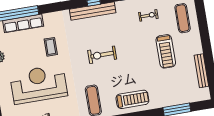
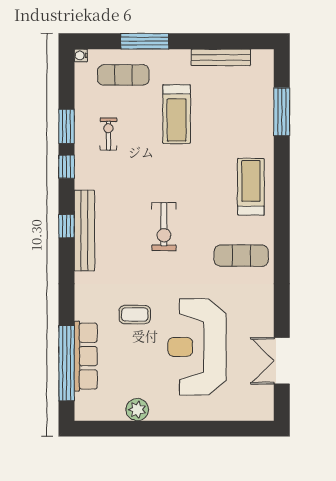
window: (203, 27) -> (145, 41), added
treadmill: (166, 51) -> (177, 114), turned 90

